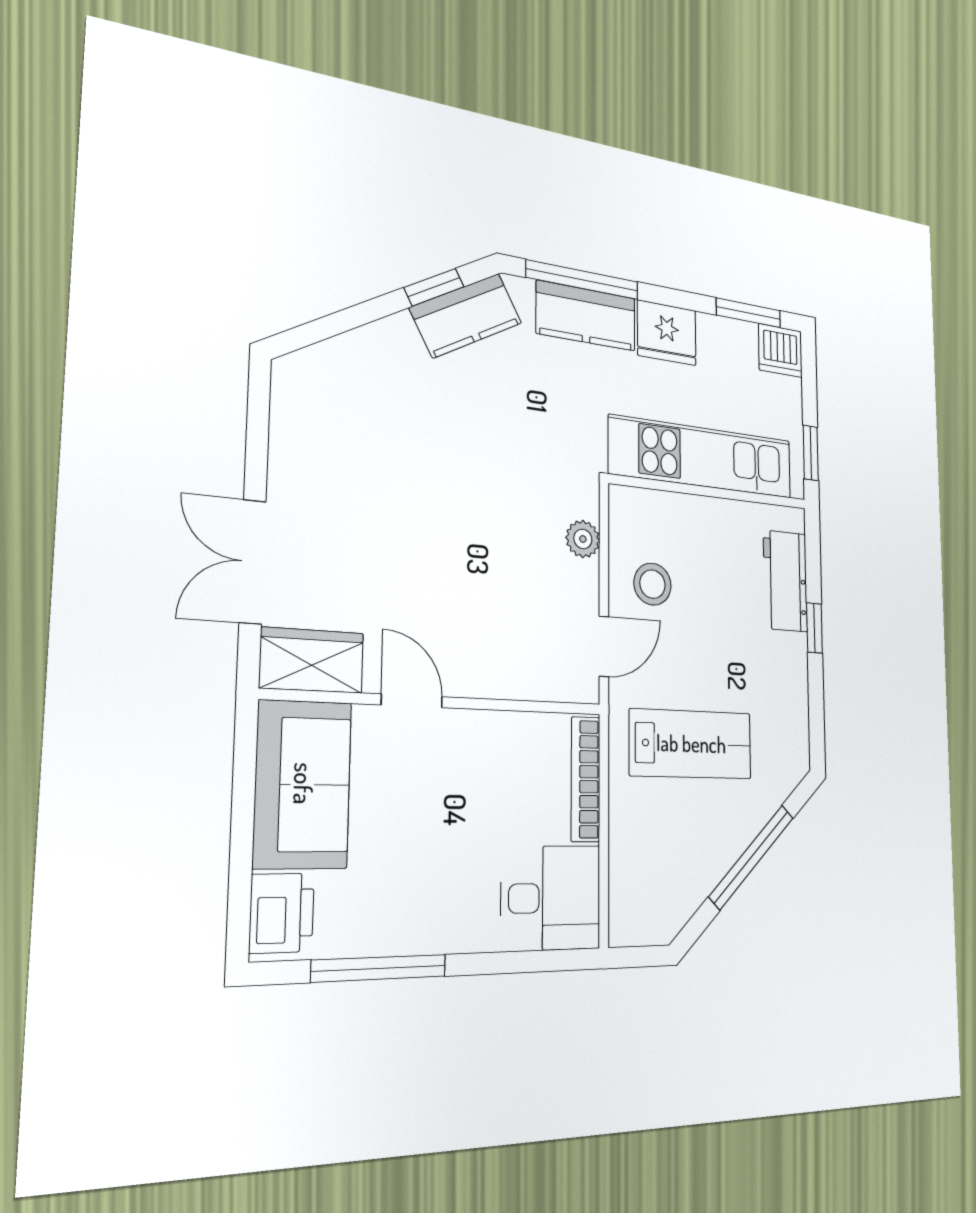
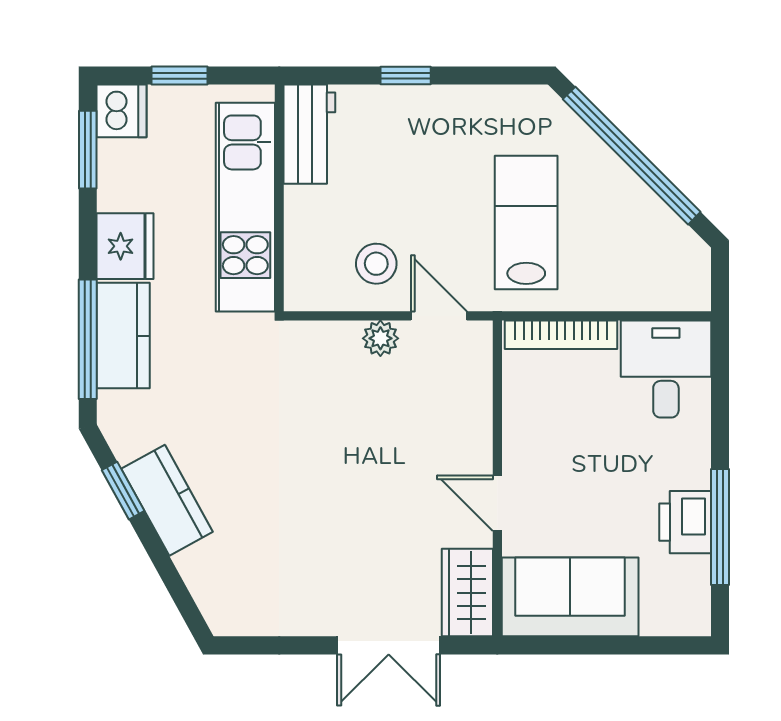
kitchen counter: (466, 315) -> (167, 500), moved
window: (811, 453) -> (180, 76), moved
plant: (583, 539) -> (380, 338), moved
workbench: (785, 581) -> (309, 134), moved, turned -90
door: (412, 701) -> (497, 503), hinge flipped
window: (751, 857) -> (632, 156), width x1.46
printer: (282, 913) -> (685, 522), moved, turned -90

